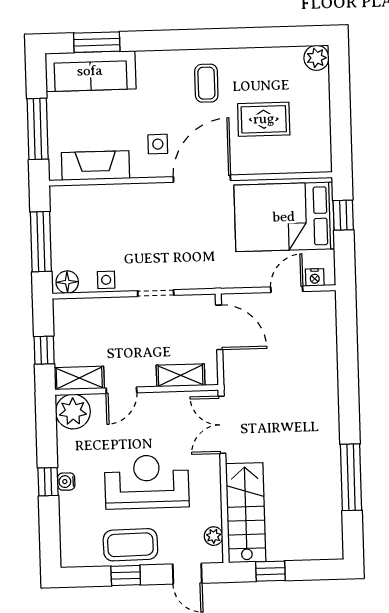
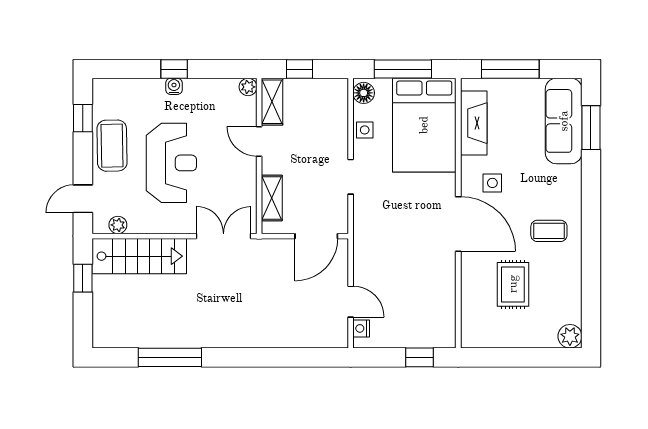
bed: (284, 217) -> (424, 125), moved, turned 180
plant: (73, 412) -> (248, 87), width x0.53, depth x0.53
window: (126, 575) -> (83, 118), moved

